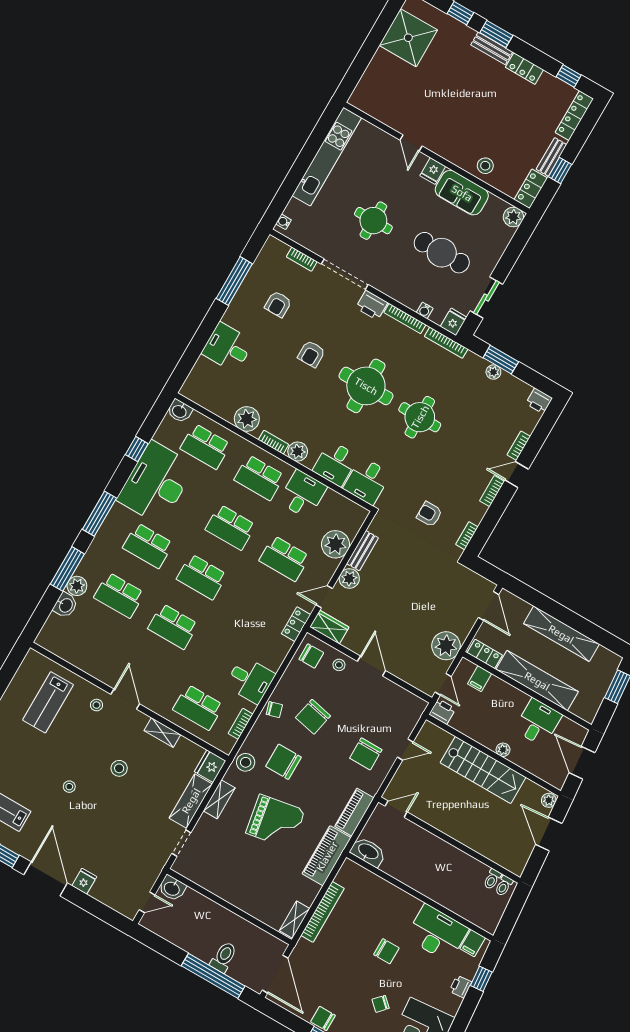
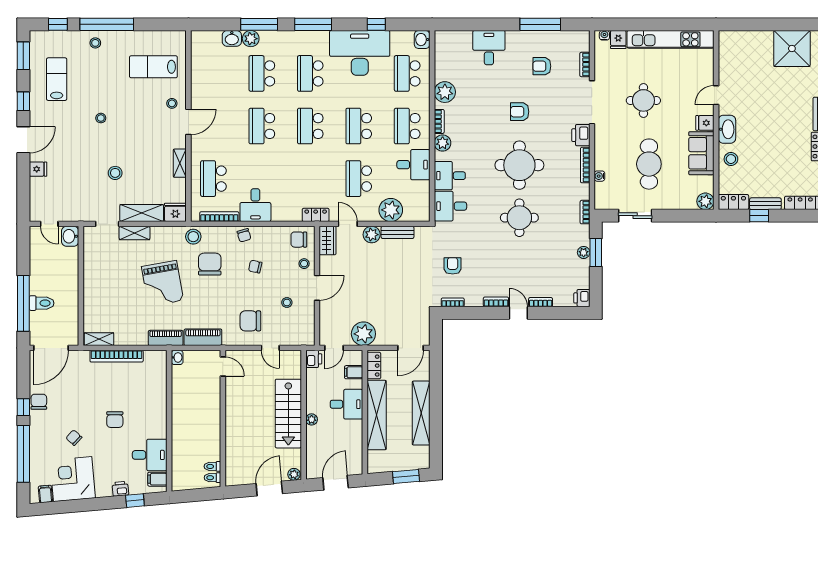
washbasin: (452, 152) -> (727, 129), added
fridge: (454, 322) -> (618, 40), moved, turned 90
bookcase: (446, 343) -> (585, 212), width x0.64
chair: (311, 656) -> (299, 240), turned 90
stool: (369, 706) -> (287, 303), added
chair: (313, 717) -> (255, 267), width x0.54, depth x0.54
desk: (538, 722) -> (346, 404), moved
bookcase: (241, 724) -> (219, 217), width x1.56
stool: (119, 768) -> (115, 173), moved
shelving: (219, 799) -> (135, 233), moved
washbasin: (368, 852) -> (177, 357), width x0.52, depth x0.69
piano: (327, 856) -> (166, 338), width x0.73, depth x0.75
door: (46, 879) -> (23, 140), width x0.73
desk: (437, 933) -> (150, 455), width x0.73

